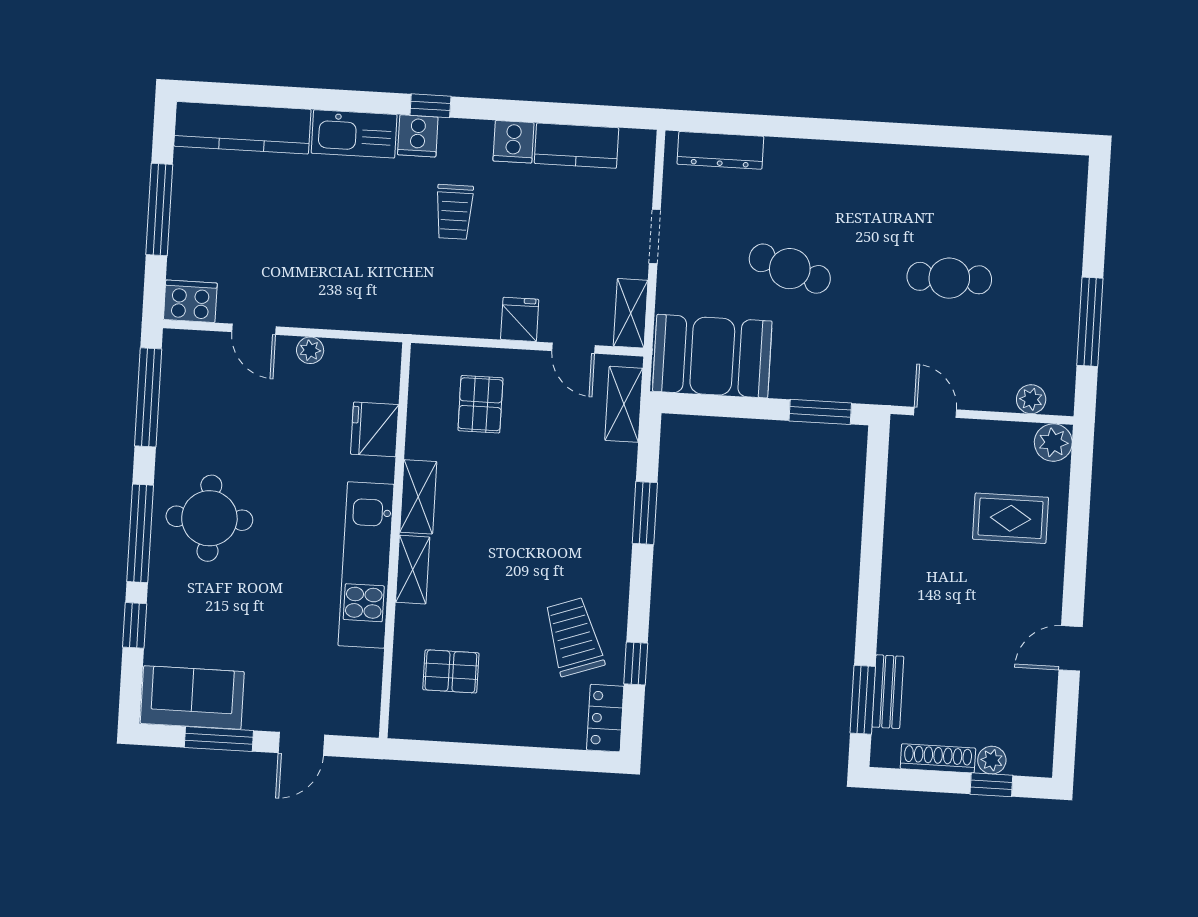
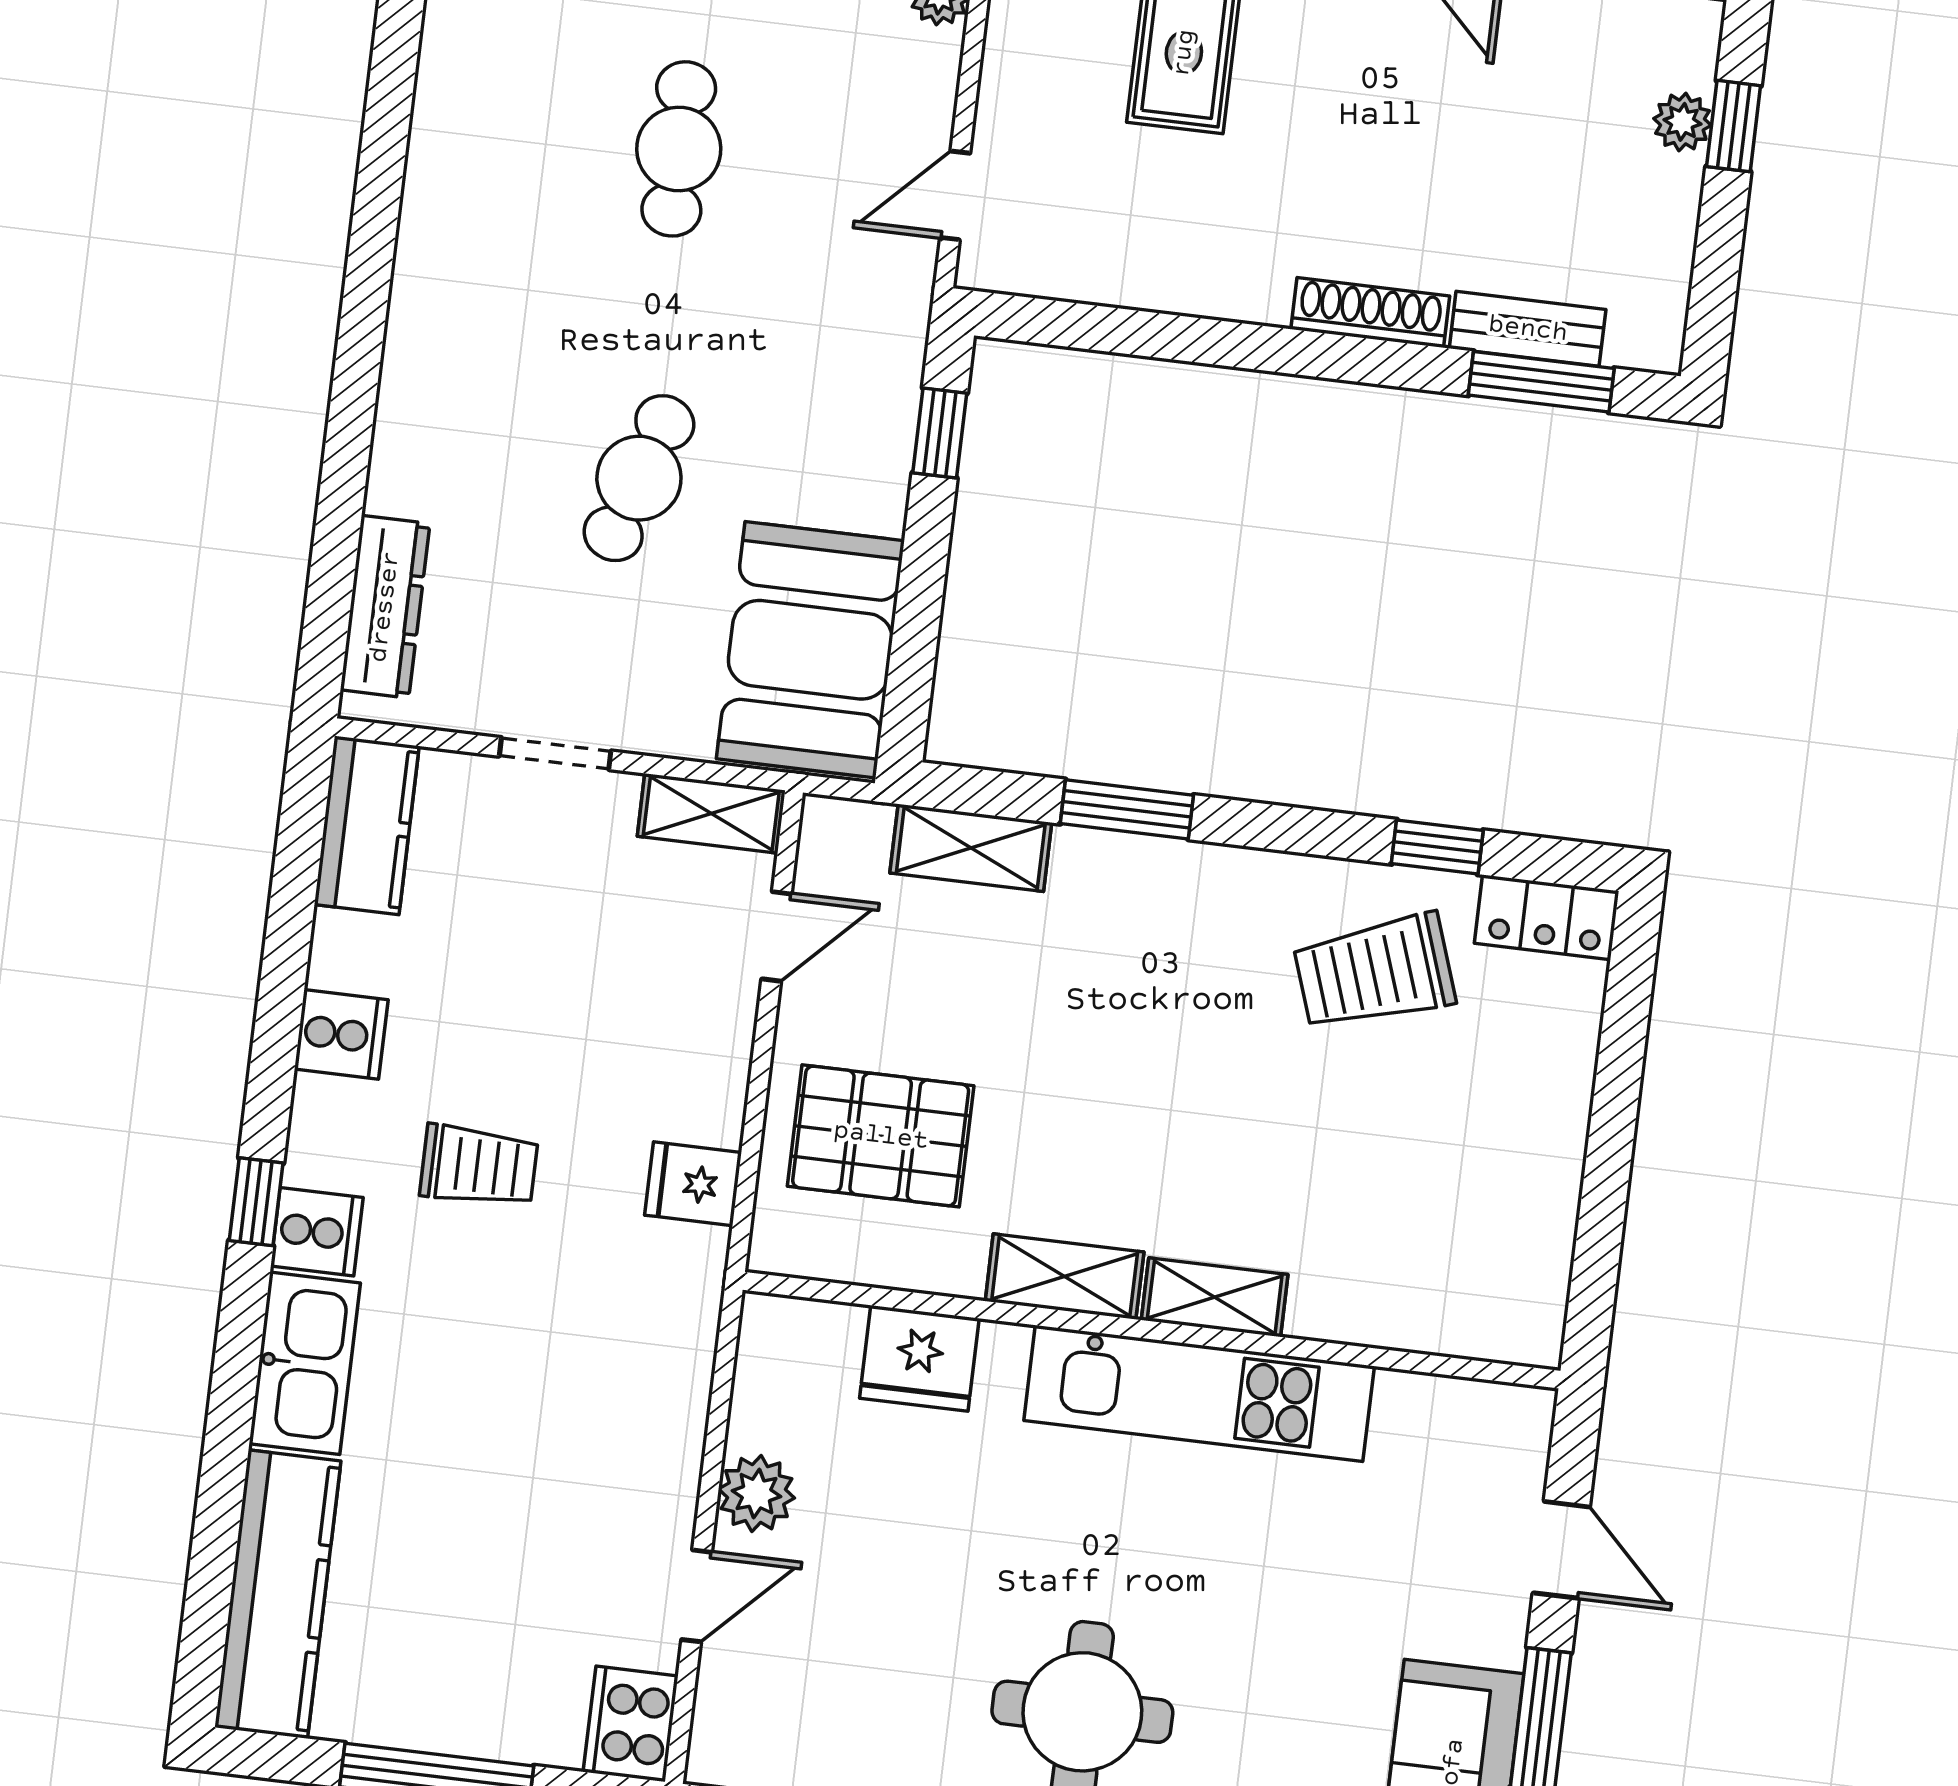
kitchen counter: (577, 146) -> (367, 825), moved
fridge: (520, 319) -> (693, 1184), moved
plant: (310, 350) -> (757, 1494), width x1.38, depth x1.38
pallet: (480, 404) -> (881, 1136), width x1.50, depth x1.42
shelving: (624, 404) -> (971, 848), moved
window: (820, 412) -> (940, 433), width x0.67
pallet: (451, 671) -> (1430, 1231), removed
shoe rack: (938, 758) -> (1370, 312), moved, turned 90

